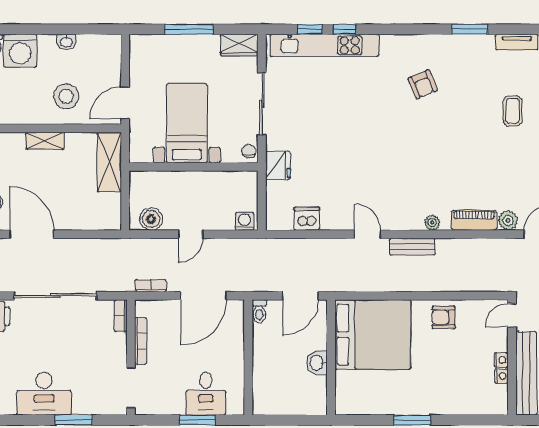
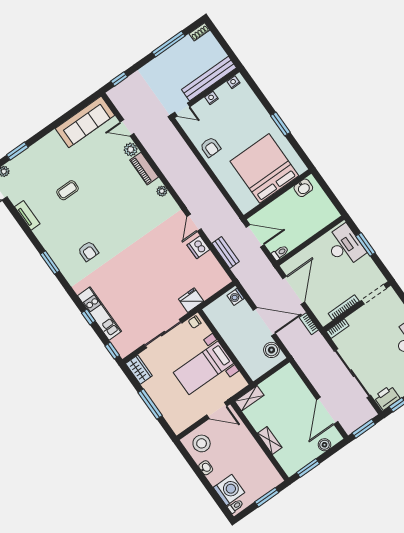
window: (310, 29) -> (112, 351), moved
window: (469, 29) -> (50, 263), moved
kitchen unit: (325, 45) -> (100, 314), width x0.73
armchair: (423, 84) -> (88, 251), turned 113
stool: (66, 96) -> (202, 443), moved
shelving: (109, 162) -> (249, 398), width x0.67, depth x0.75
dishwasher: (307, 219) -> (198, 247), moved
door: (191, 234) -> (264, 322), width x1.87
bench: (412, 247) -> (226, 252), moved
door: (203, 296) -> (294, 290), hinge flipped
bed: (373, 335) -> (264, 168), moved
washbasin: (317, 363) -> (303, 188), moved
nightstand: (501, 376) -> (233, 82), moved
desk: (206, 394) -> (345, 246), width x1.37

